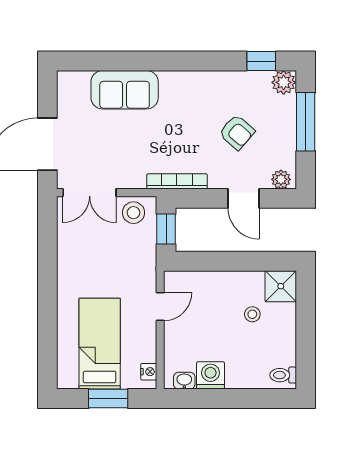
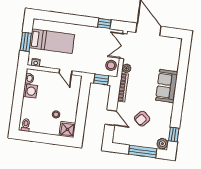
sofa: (125, 90) -> (167, 86), moved
plant: (281, 179) -> (126, 68), moved
door: (244, 198) -> (111, 118), swing flipped
window: (47, 239) -> (104, 23), added

